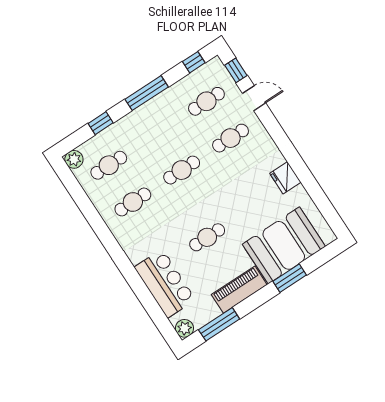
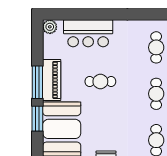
cafe table: (207, 237) -> (100, 81), turned 90
window: (219, 324) -> (37, 82), moved

